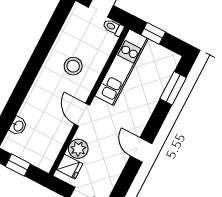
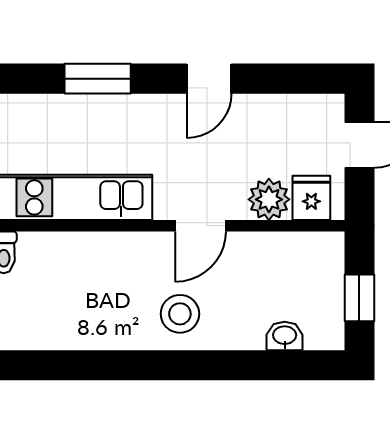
stool: (73, 66) -> (180, 314), moved
window: (173, 88) -> (98, 79), moved

